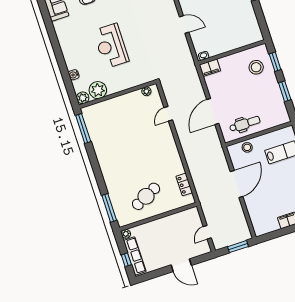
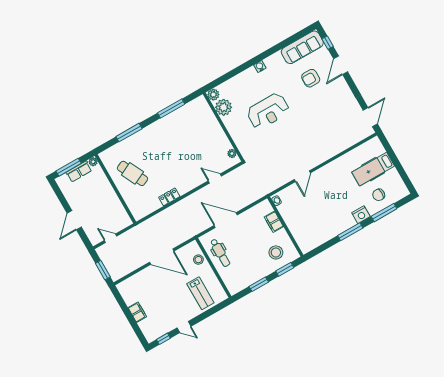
reception desk: (111, 46) -> (268, 111), turned 180
filing cabinet: (210, 68) -> (274, 222), moved
water cooler: (74, 75) -> (260, 66), moved
window: (83, 129) -> (171, 108), moved
locker: (184, 184) -> (169, 197), moved
window: (109, 208) -> (129, 133), moved
row of seats: (135, 256) -> (79, 172), width x0.68
window: (126, 260) -> (69, 167), width x2.17

